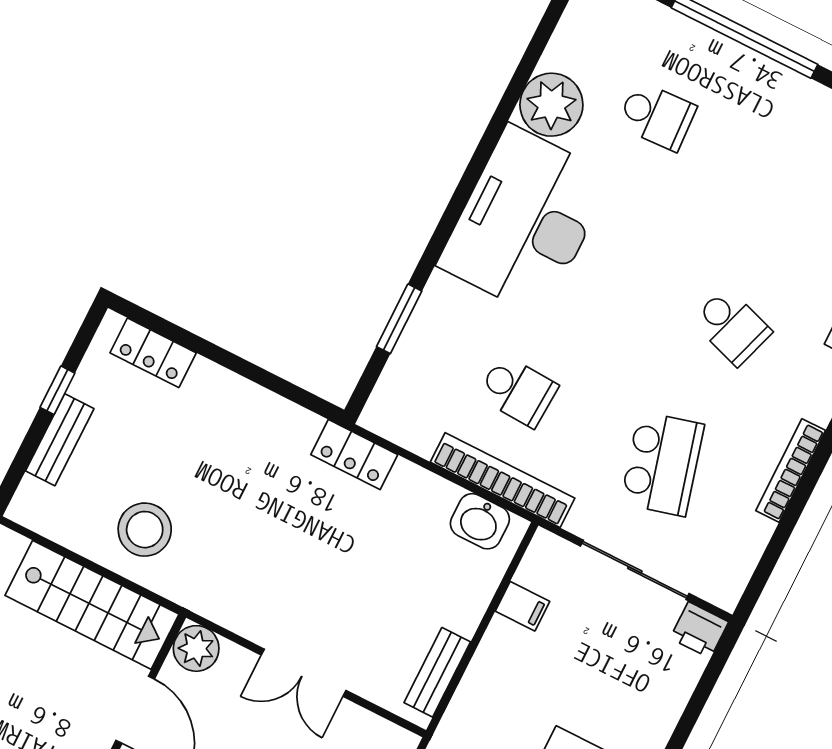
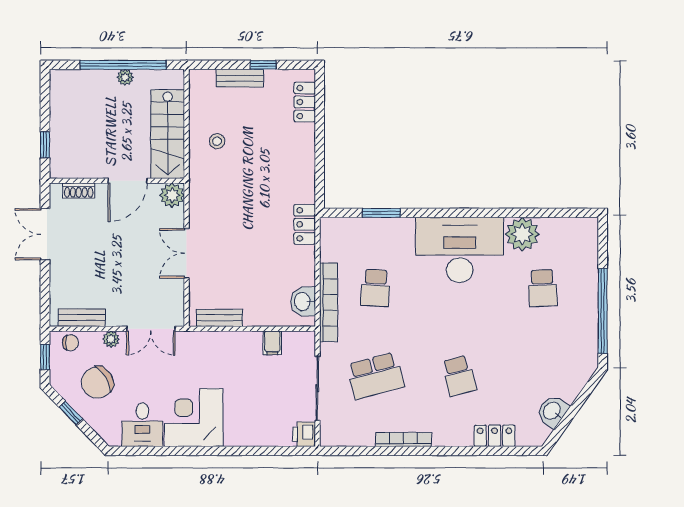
school desk: (732, 326) -> (459, 376), turned -33
stool: (145, 530) -> (217, 141), width x0.53, depth x0.53

